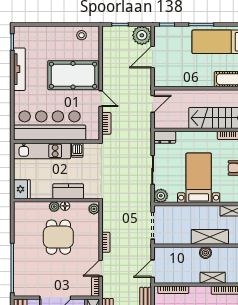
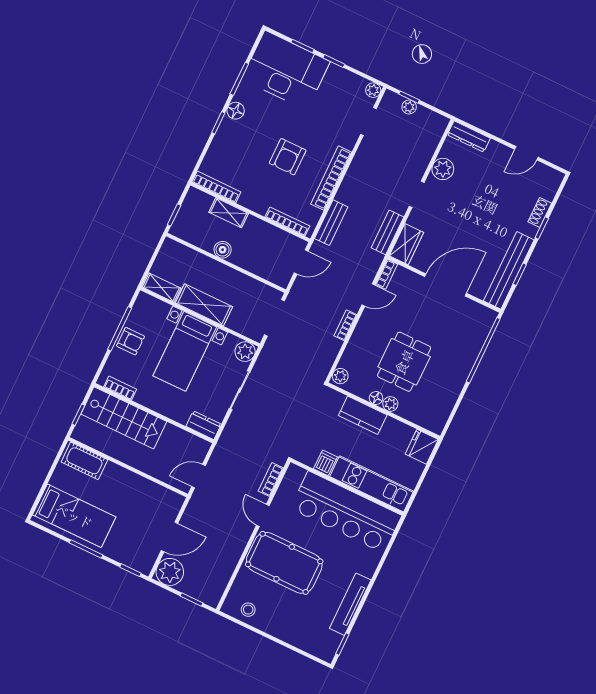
shelving: (210, 237) -> (204, 305), moved

